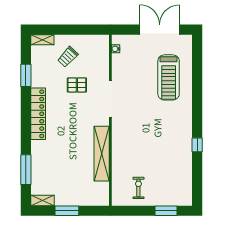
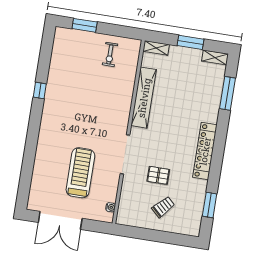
shelving: (42, 40) -> (156, 48), moved
window: (26, 75) -> (210, 205), moved
treadmill: (169, 77) -> (80, 173), moved

